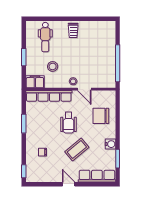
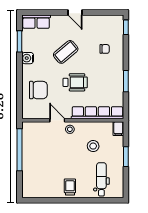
filing cabinet: (35, 82) -> (118, 129), width x0.50
wheelchair: (69, 123) -> (75, 82), turned 90
row of seats: (97, 176) -> (36, 22), width x0.68

